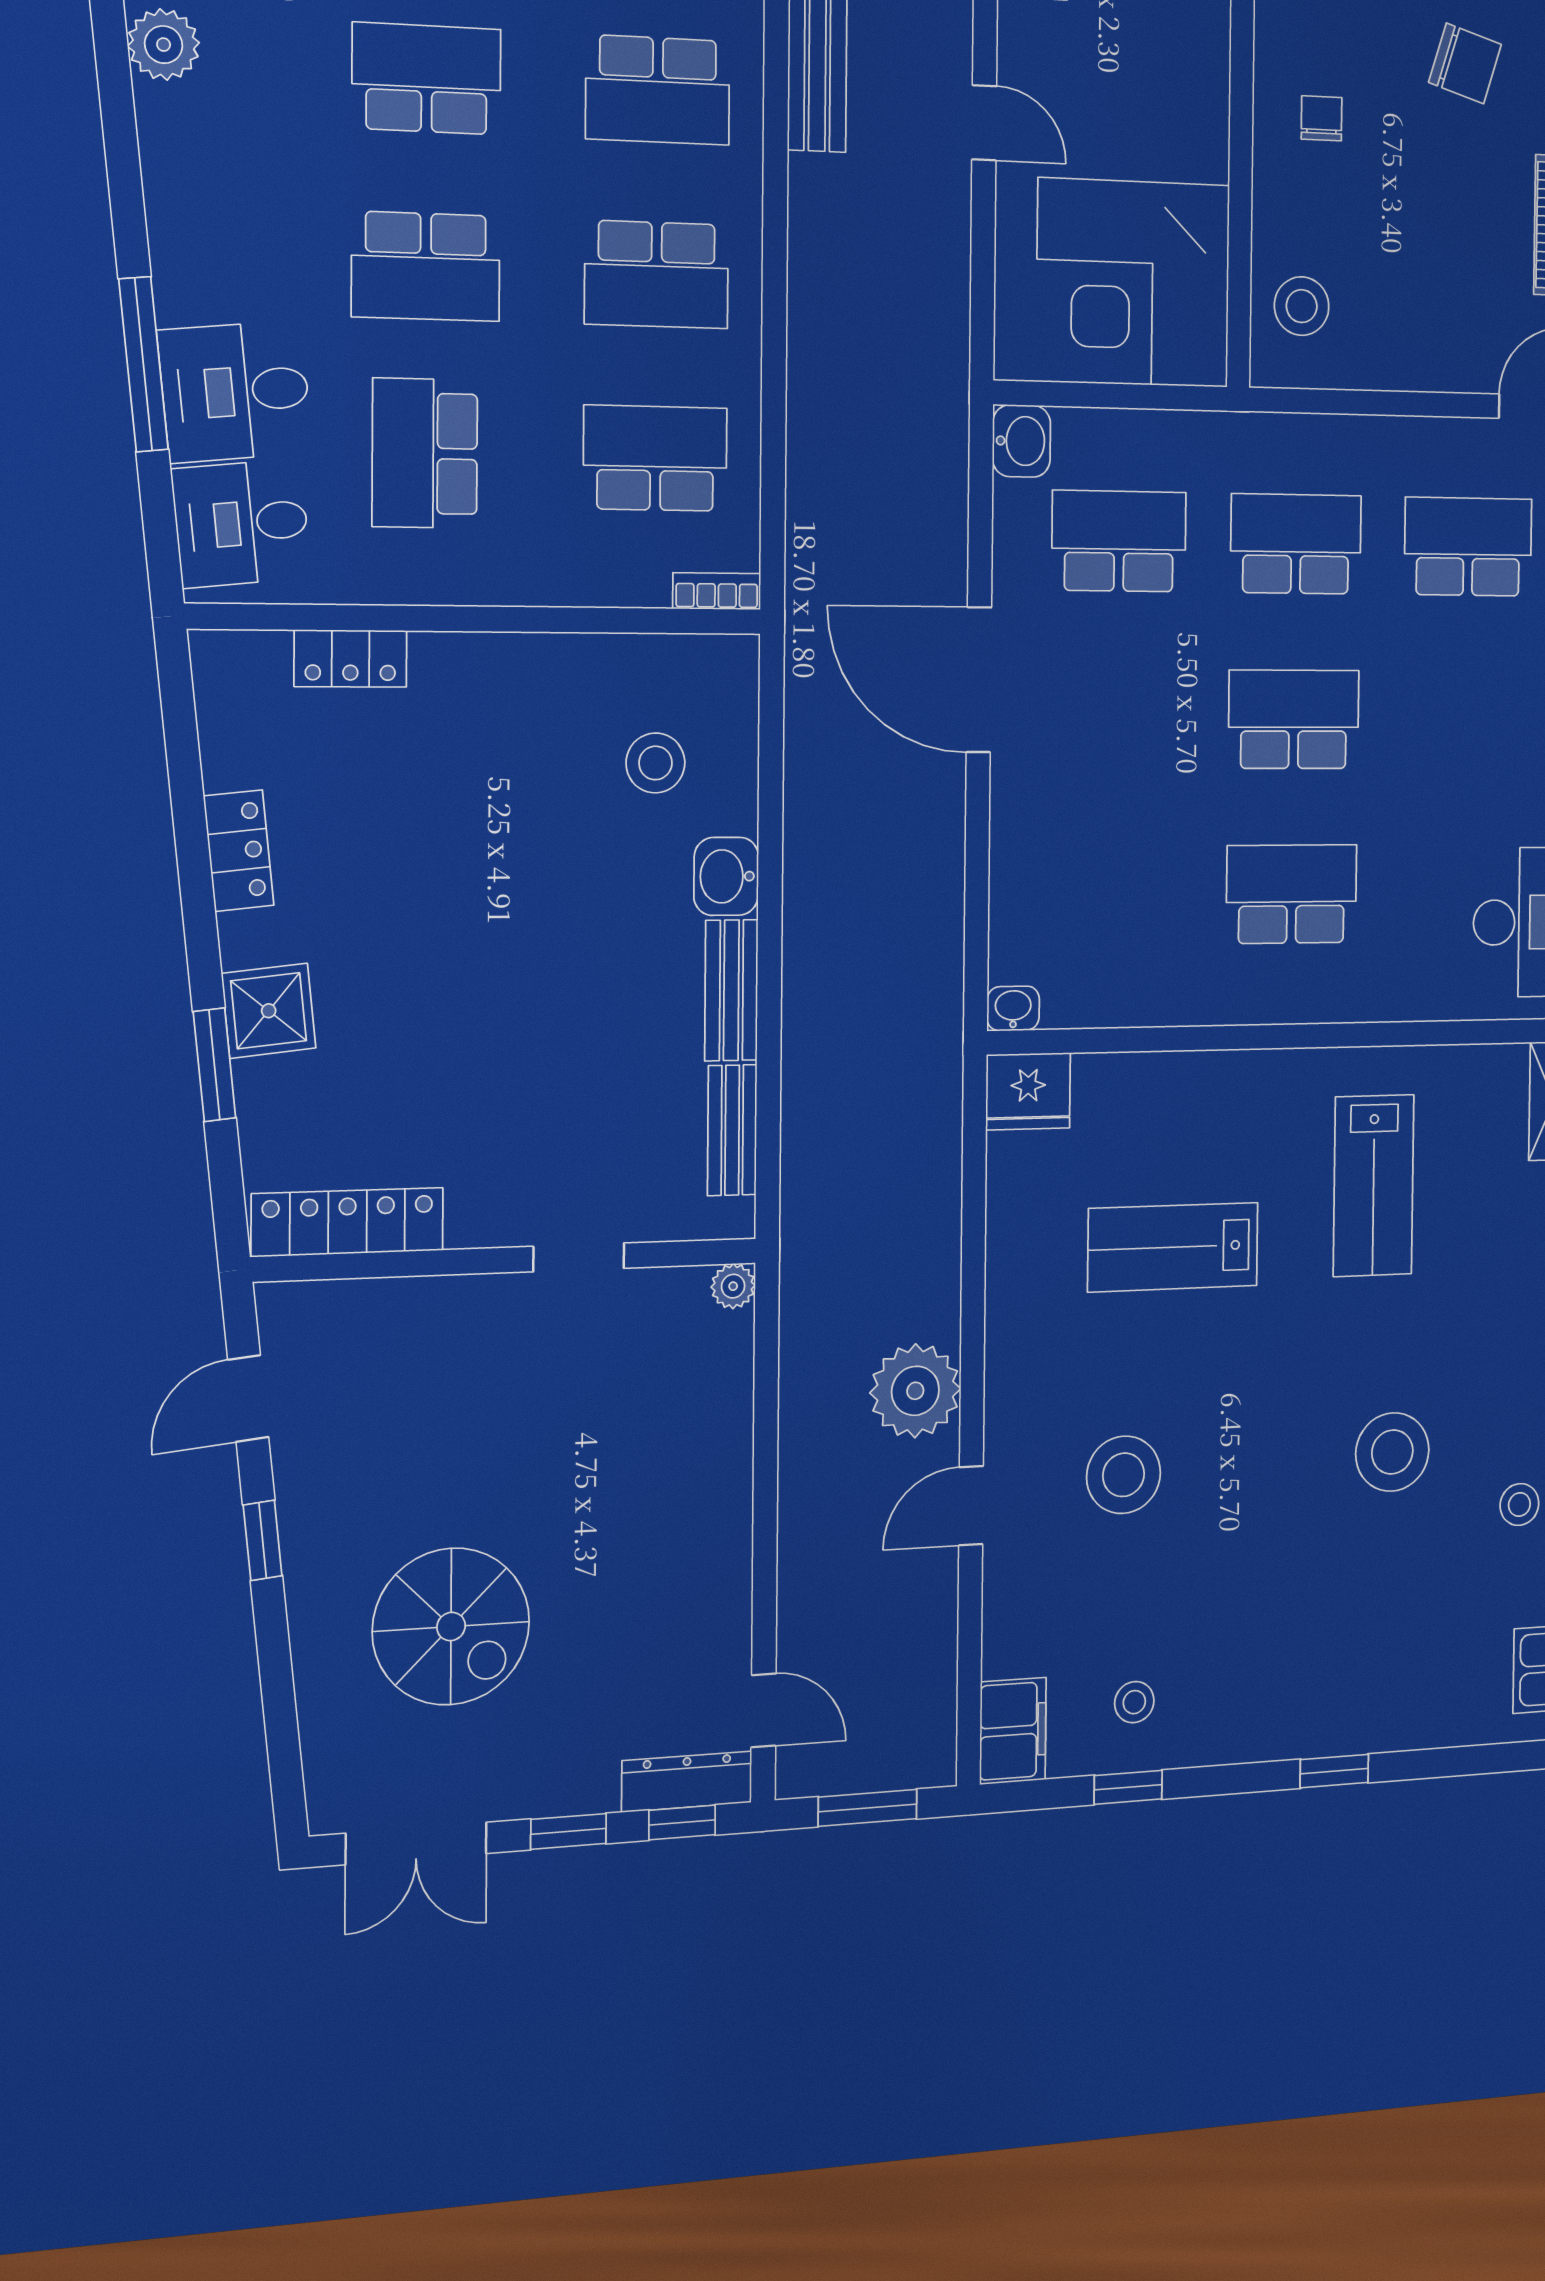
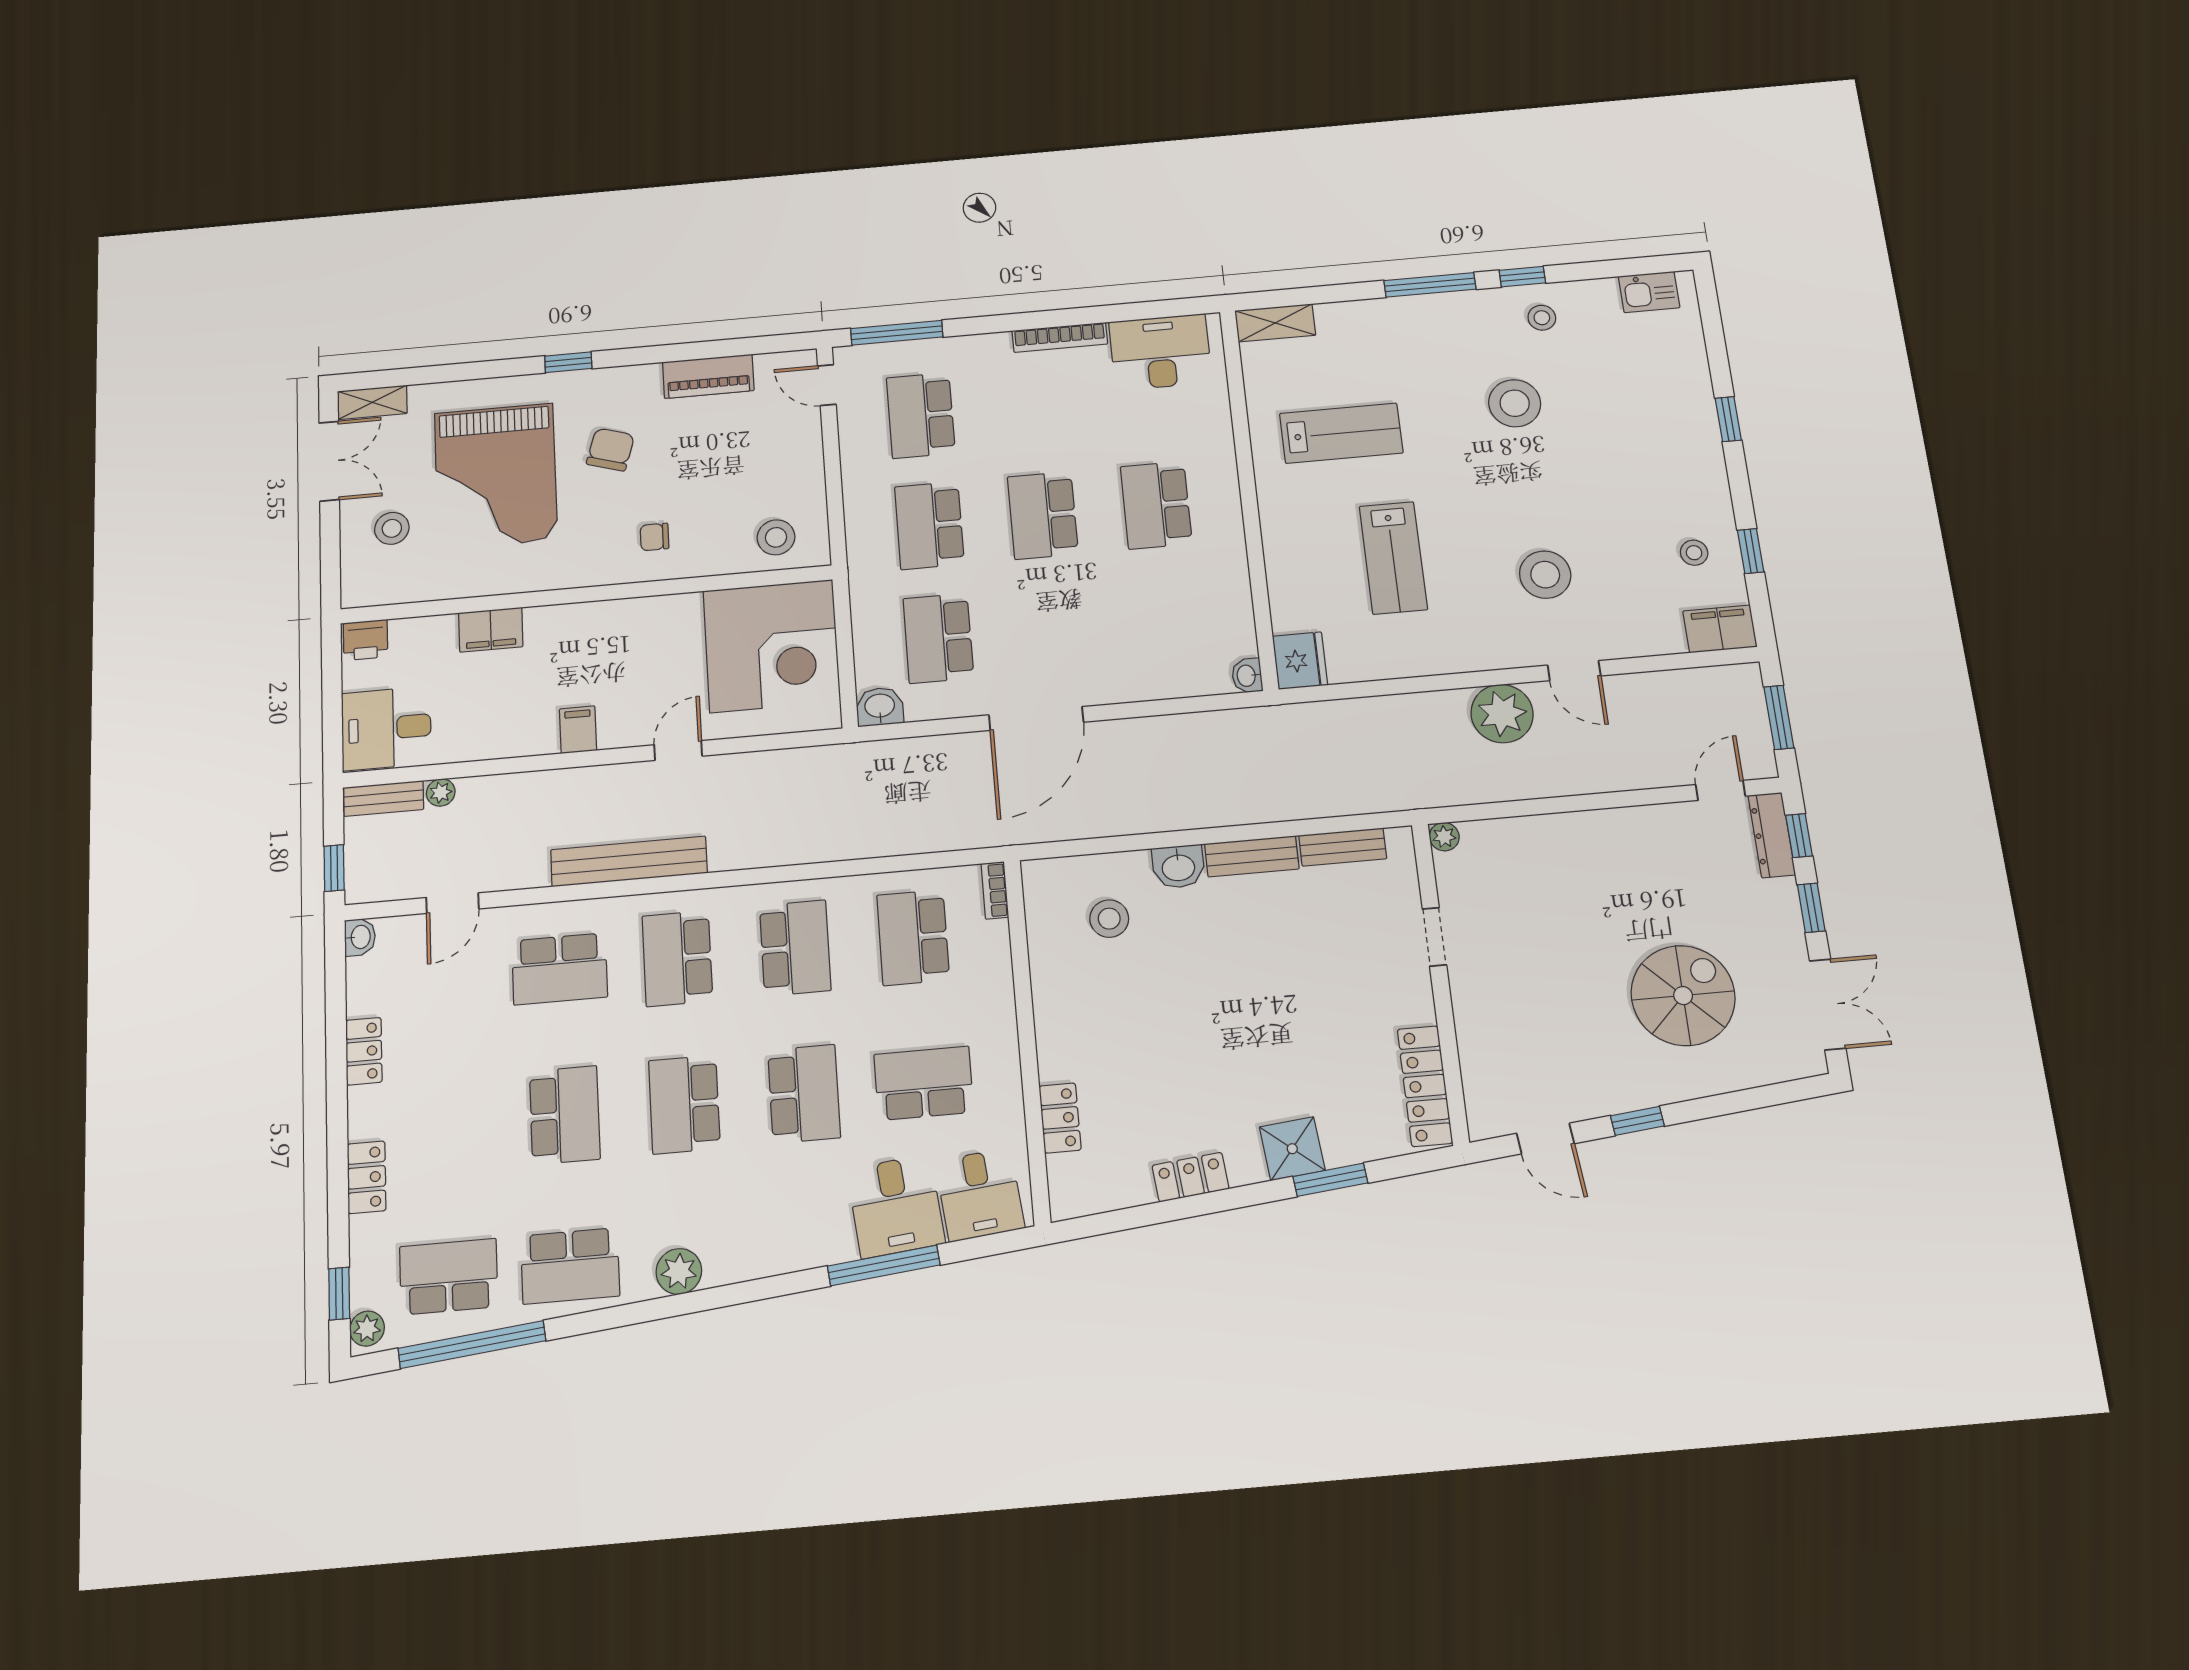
school desk: (658, 90) -> (677, 958), turned 180
school desk: (425, 453) -> (924, 1083), turned 180

